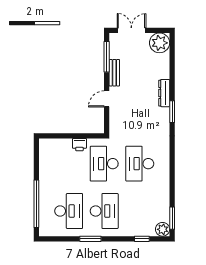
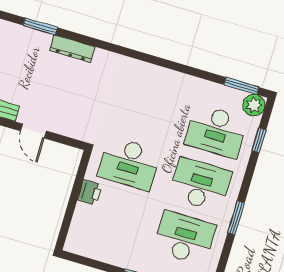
dresser: (164, 93) -> (72, 49), moved
window: (172, 112) -> (40, 26), moved
desk: (140, 164) -> (216, 131), moved

